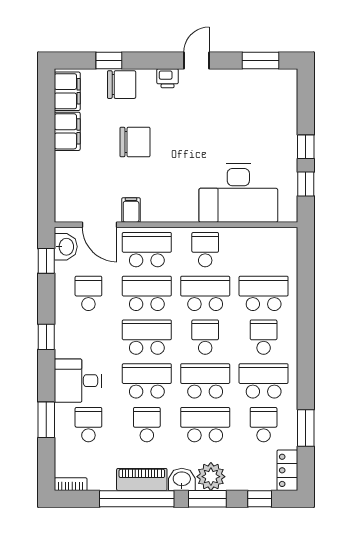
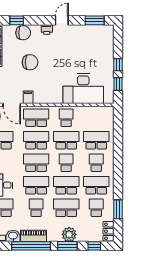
washbasin: (182, 479) -> (13, 236), moved

